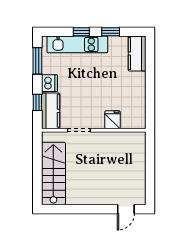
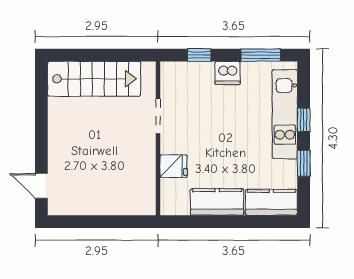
kitchen counter: (51, 111) -> (217, 202), moved, turned 180

